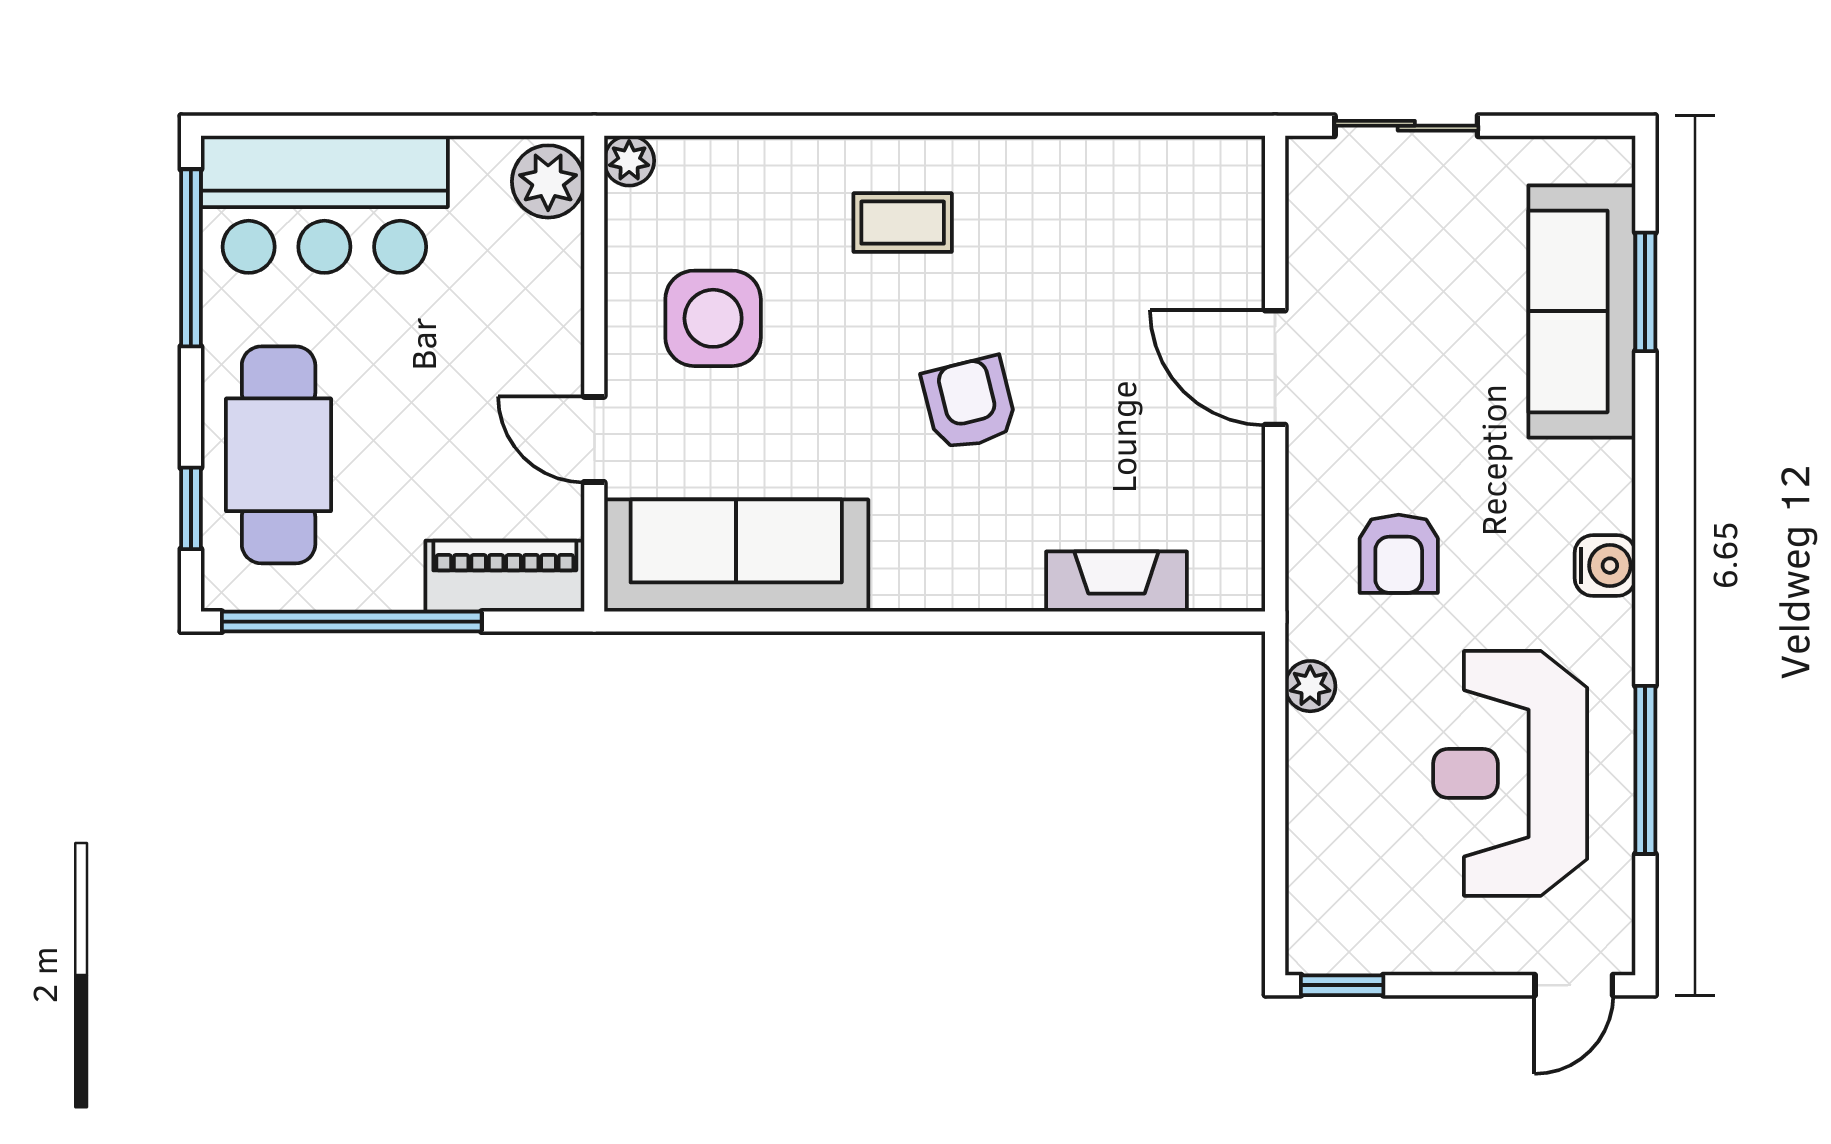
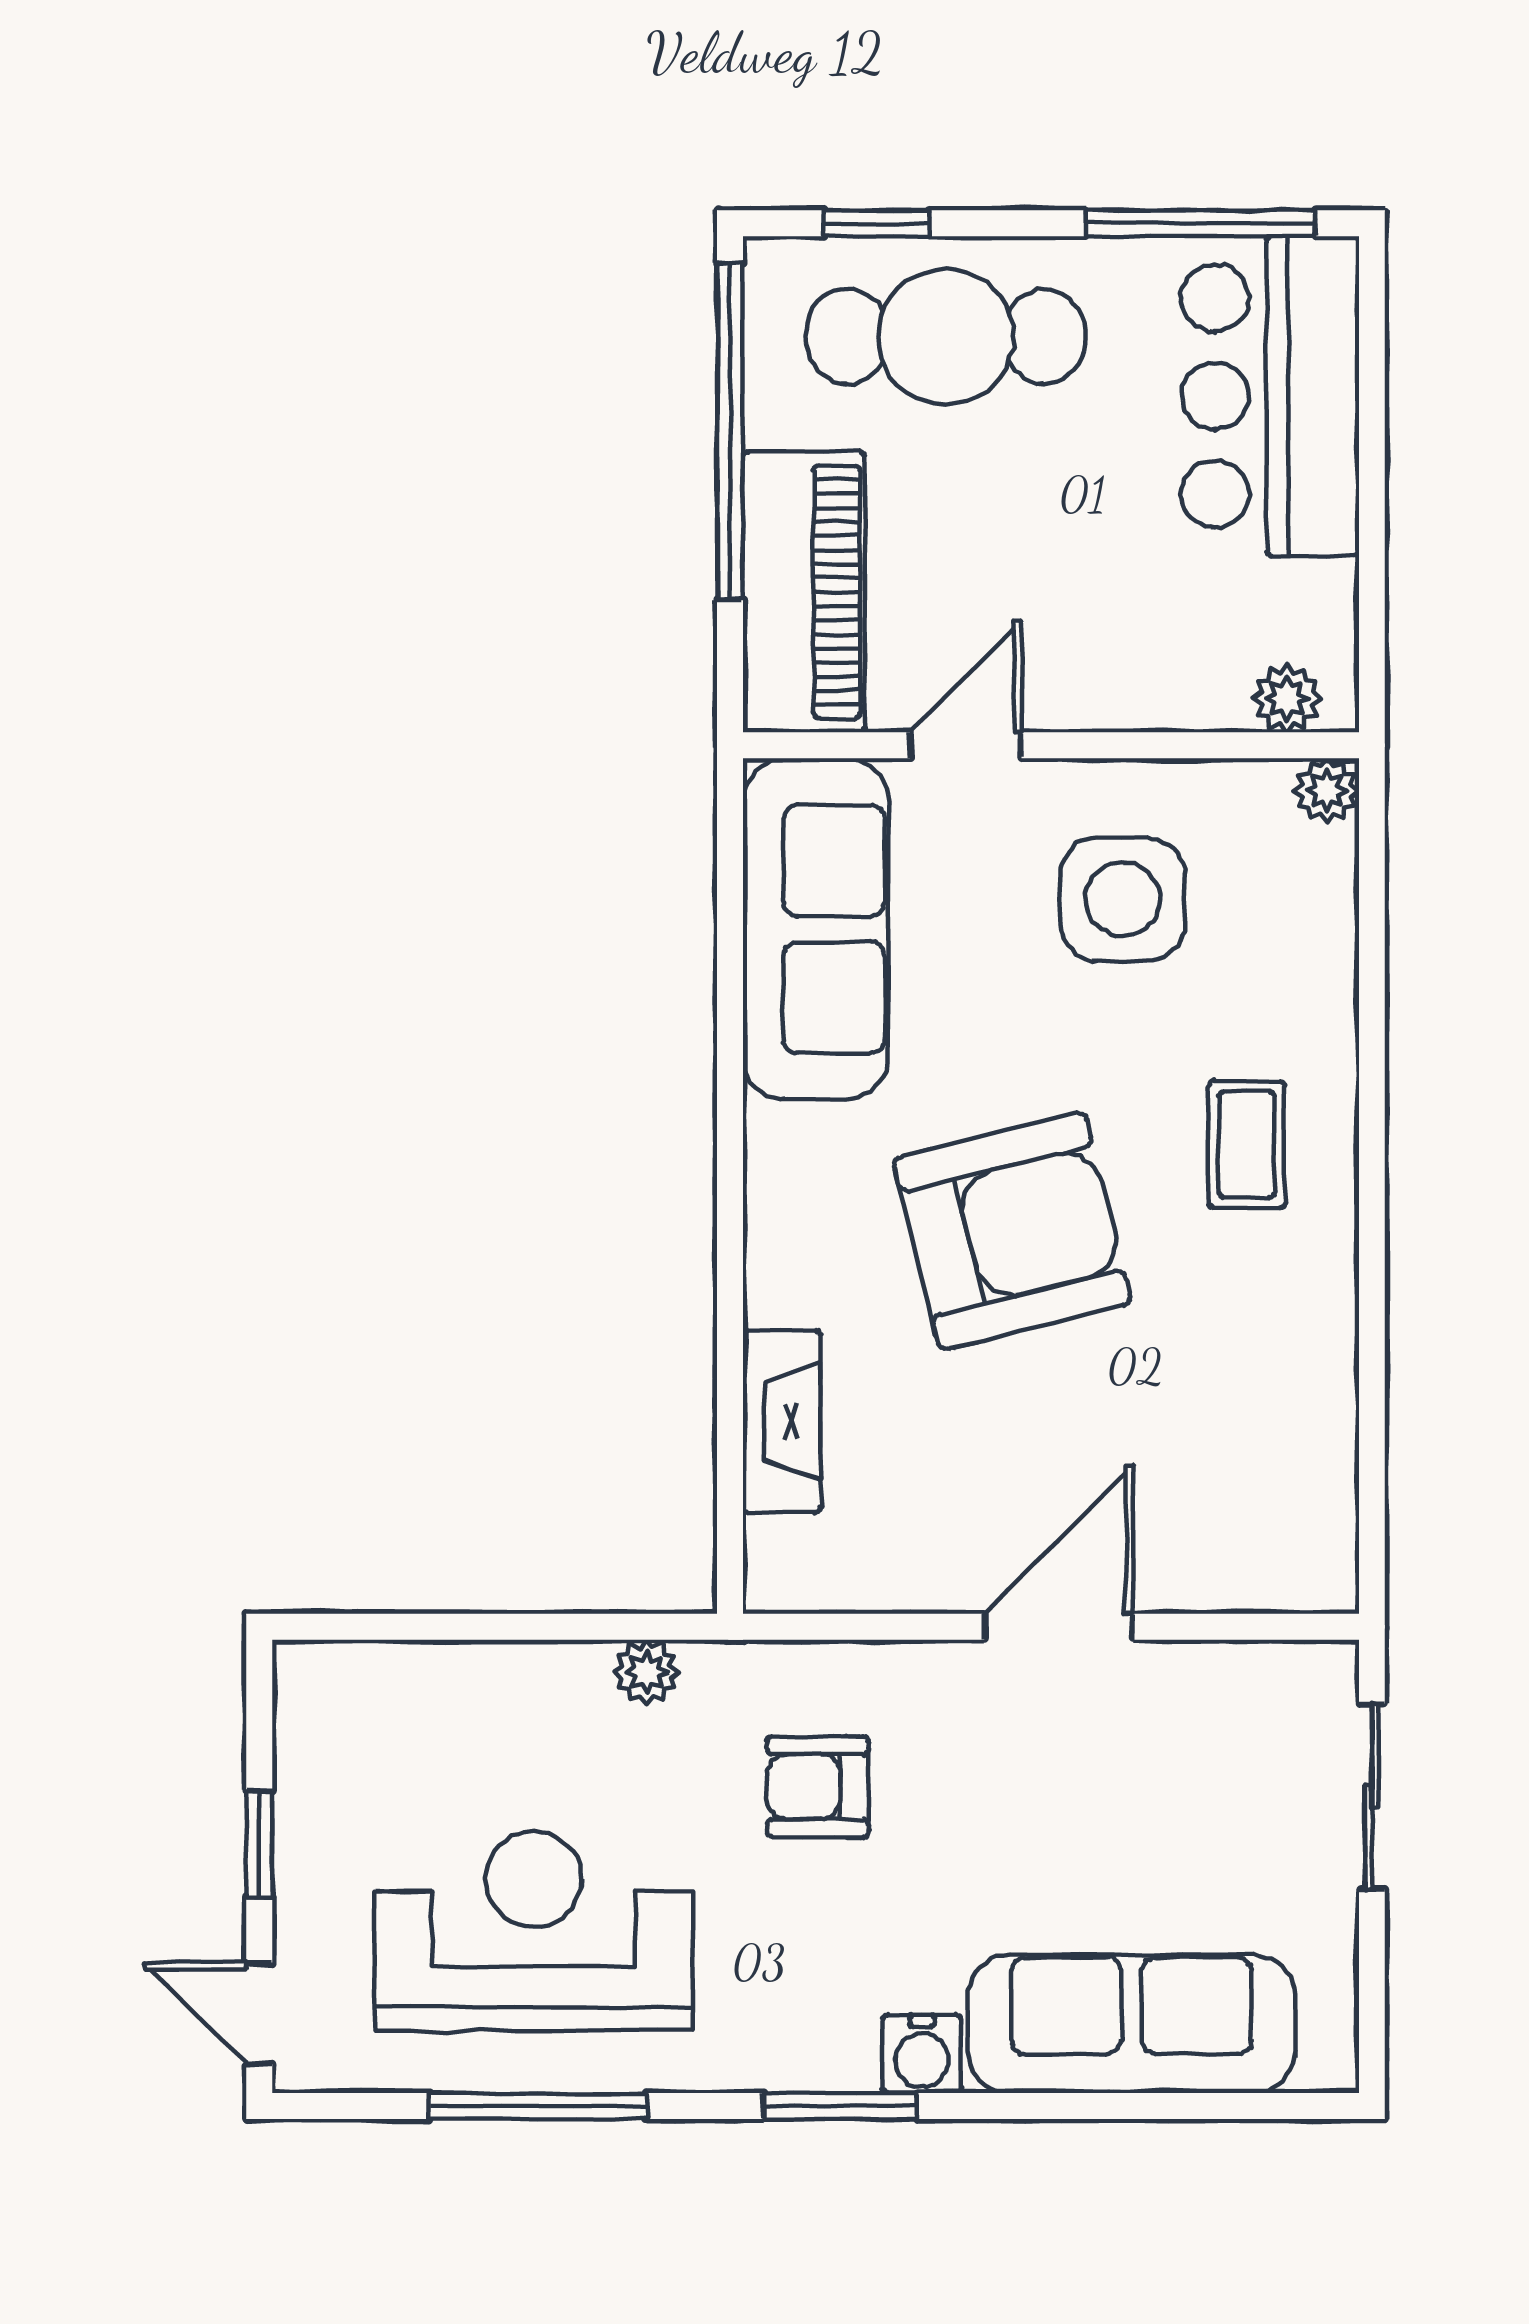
plant: (548, 181) -> (1287, 698), width x0.73, depth x0.73
window: (1645, 292) -> (840, 2106), moved
armchair: (969, 404) -> (1012, 1231), width x1.88, depth x1.88
water cooler: (1605, 566) -> (922, 2054), moved
piano: (505, 576) -> (804, 592), width x1.37, depth x1.33
window: (1342, 985) -> (259, 1844), moved

